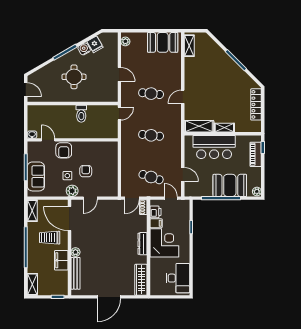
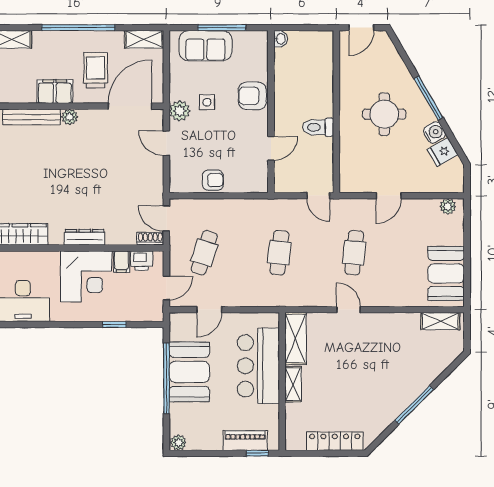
door: (48, 140) -> (271, 148), moved
armchair: (86, 171) -> (213, 180), moved
booth: (230, 185) -> (189, 372), moved

